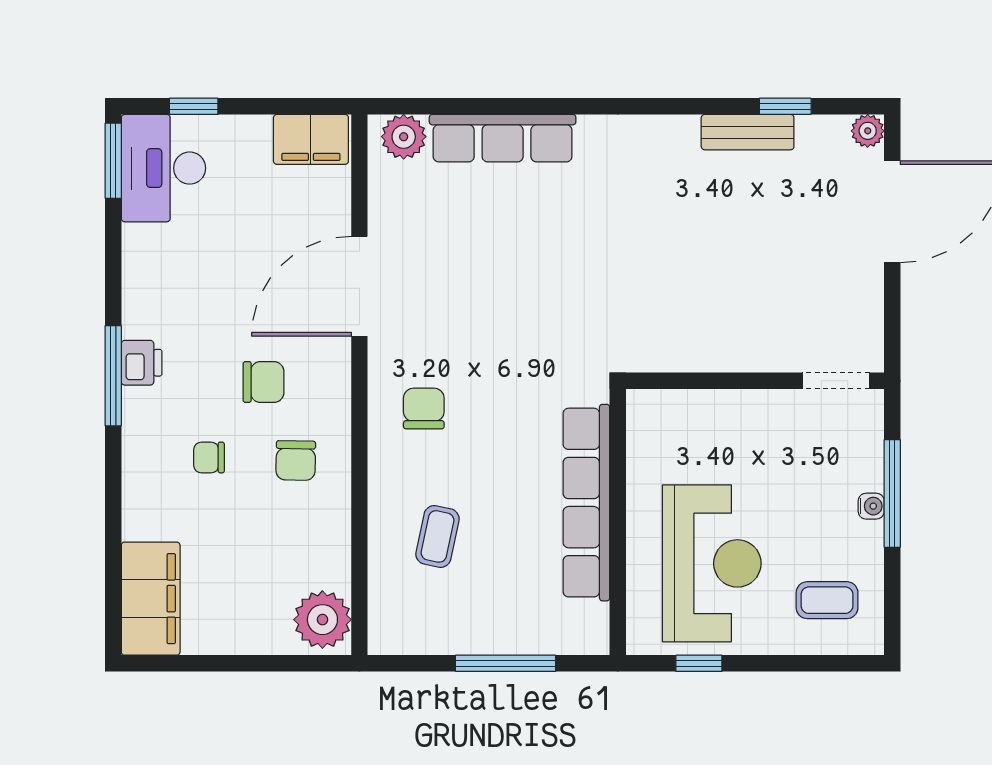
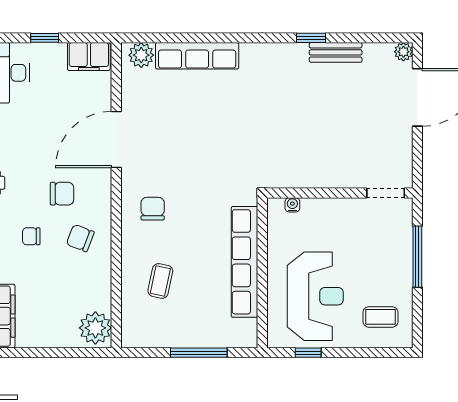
window: (194, 106) -> (45, 38), moved
window: (785, 106) -> (311, 38), moved
chair: (296, 461) -> (80, 238), turned 110
water cooler: (871, 506) -> (292, 205), moved, turned -90

